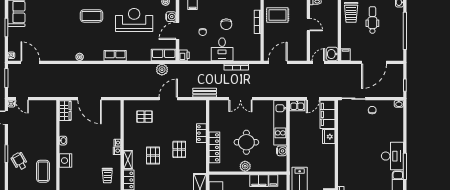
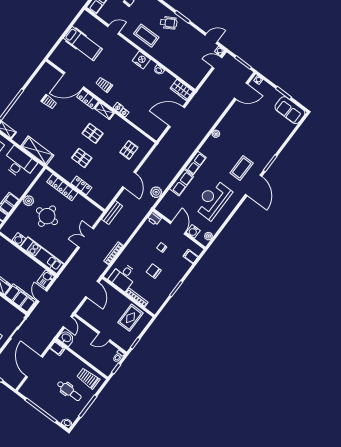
reception desk: (134, 20) -> (213, 200), turned 180
desk: (222, 49) -> (123, 277), moved, turned -90
row of seats: (164, 55) -> (182, 183), moved

